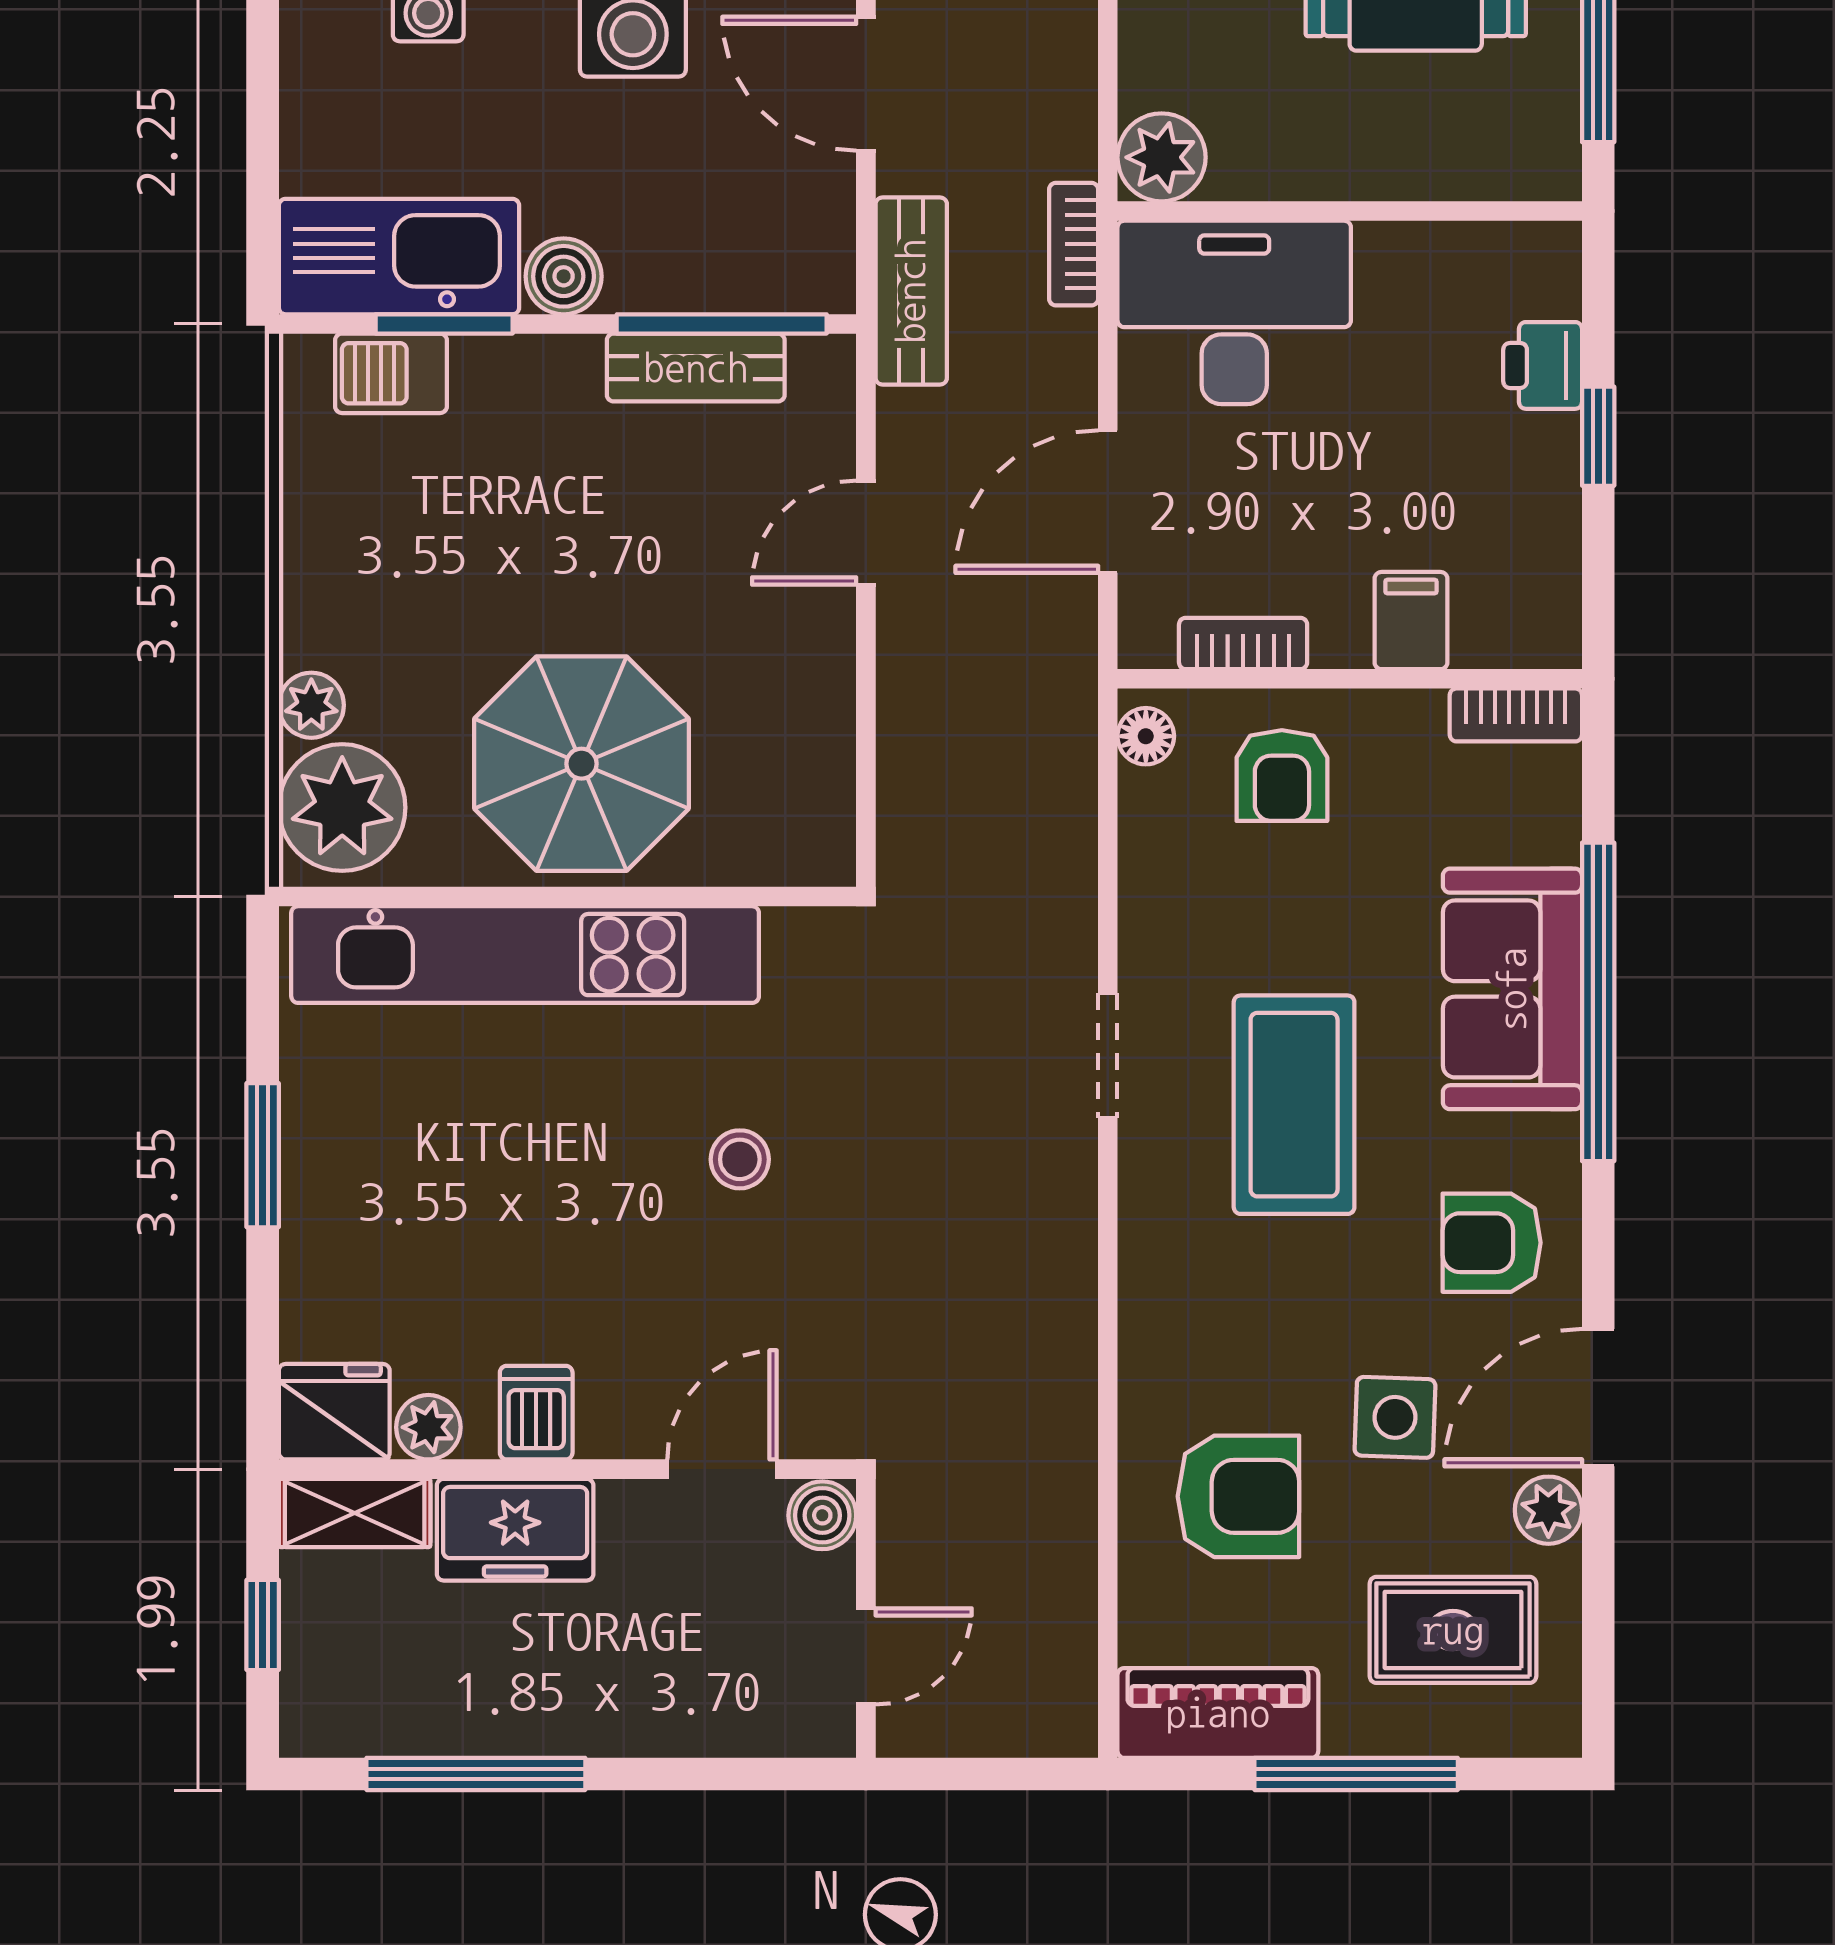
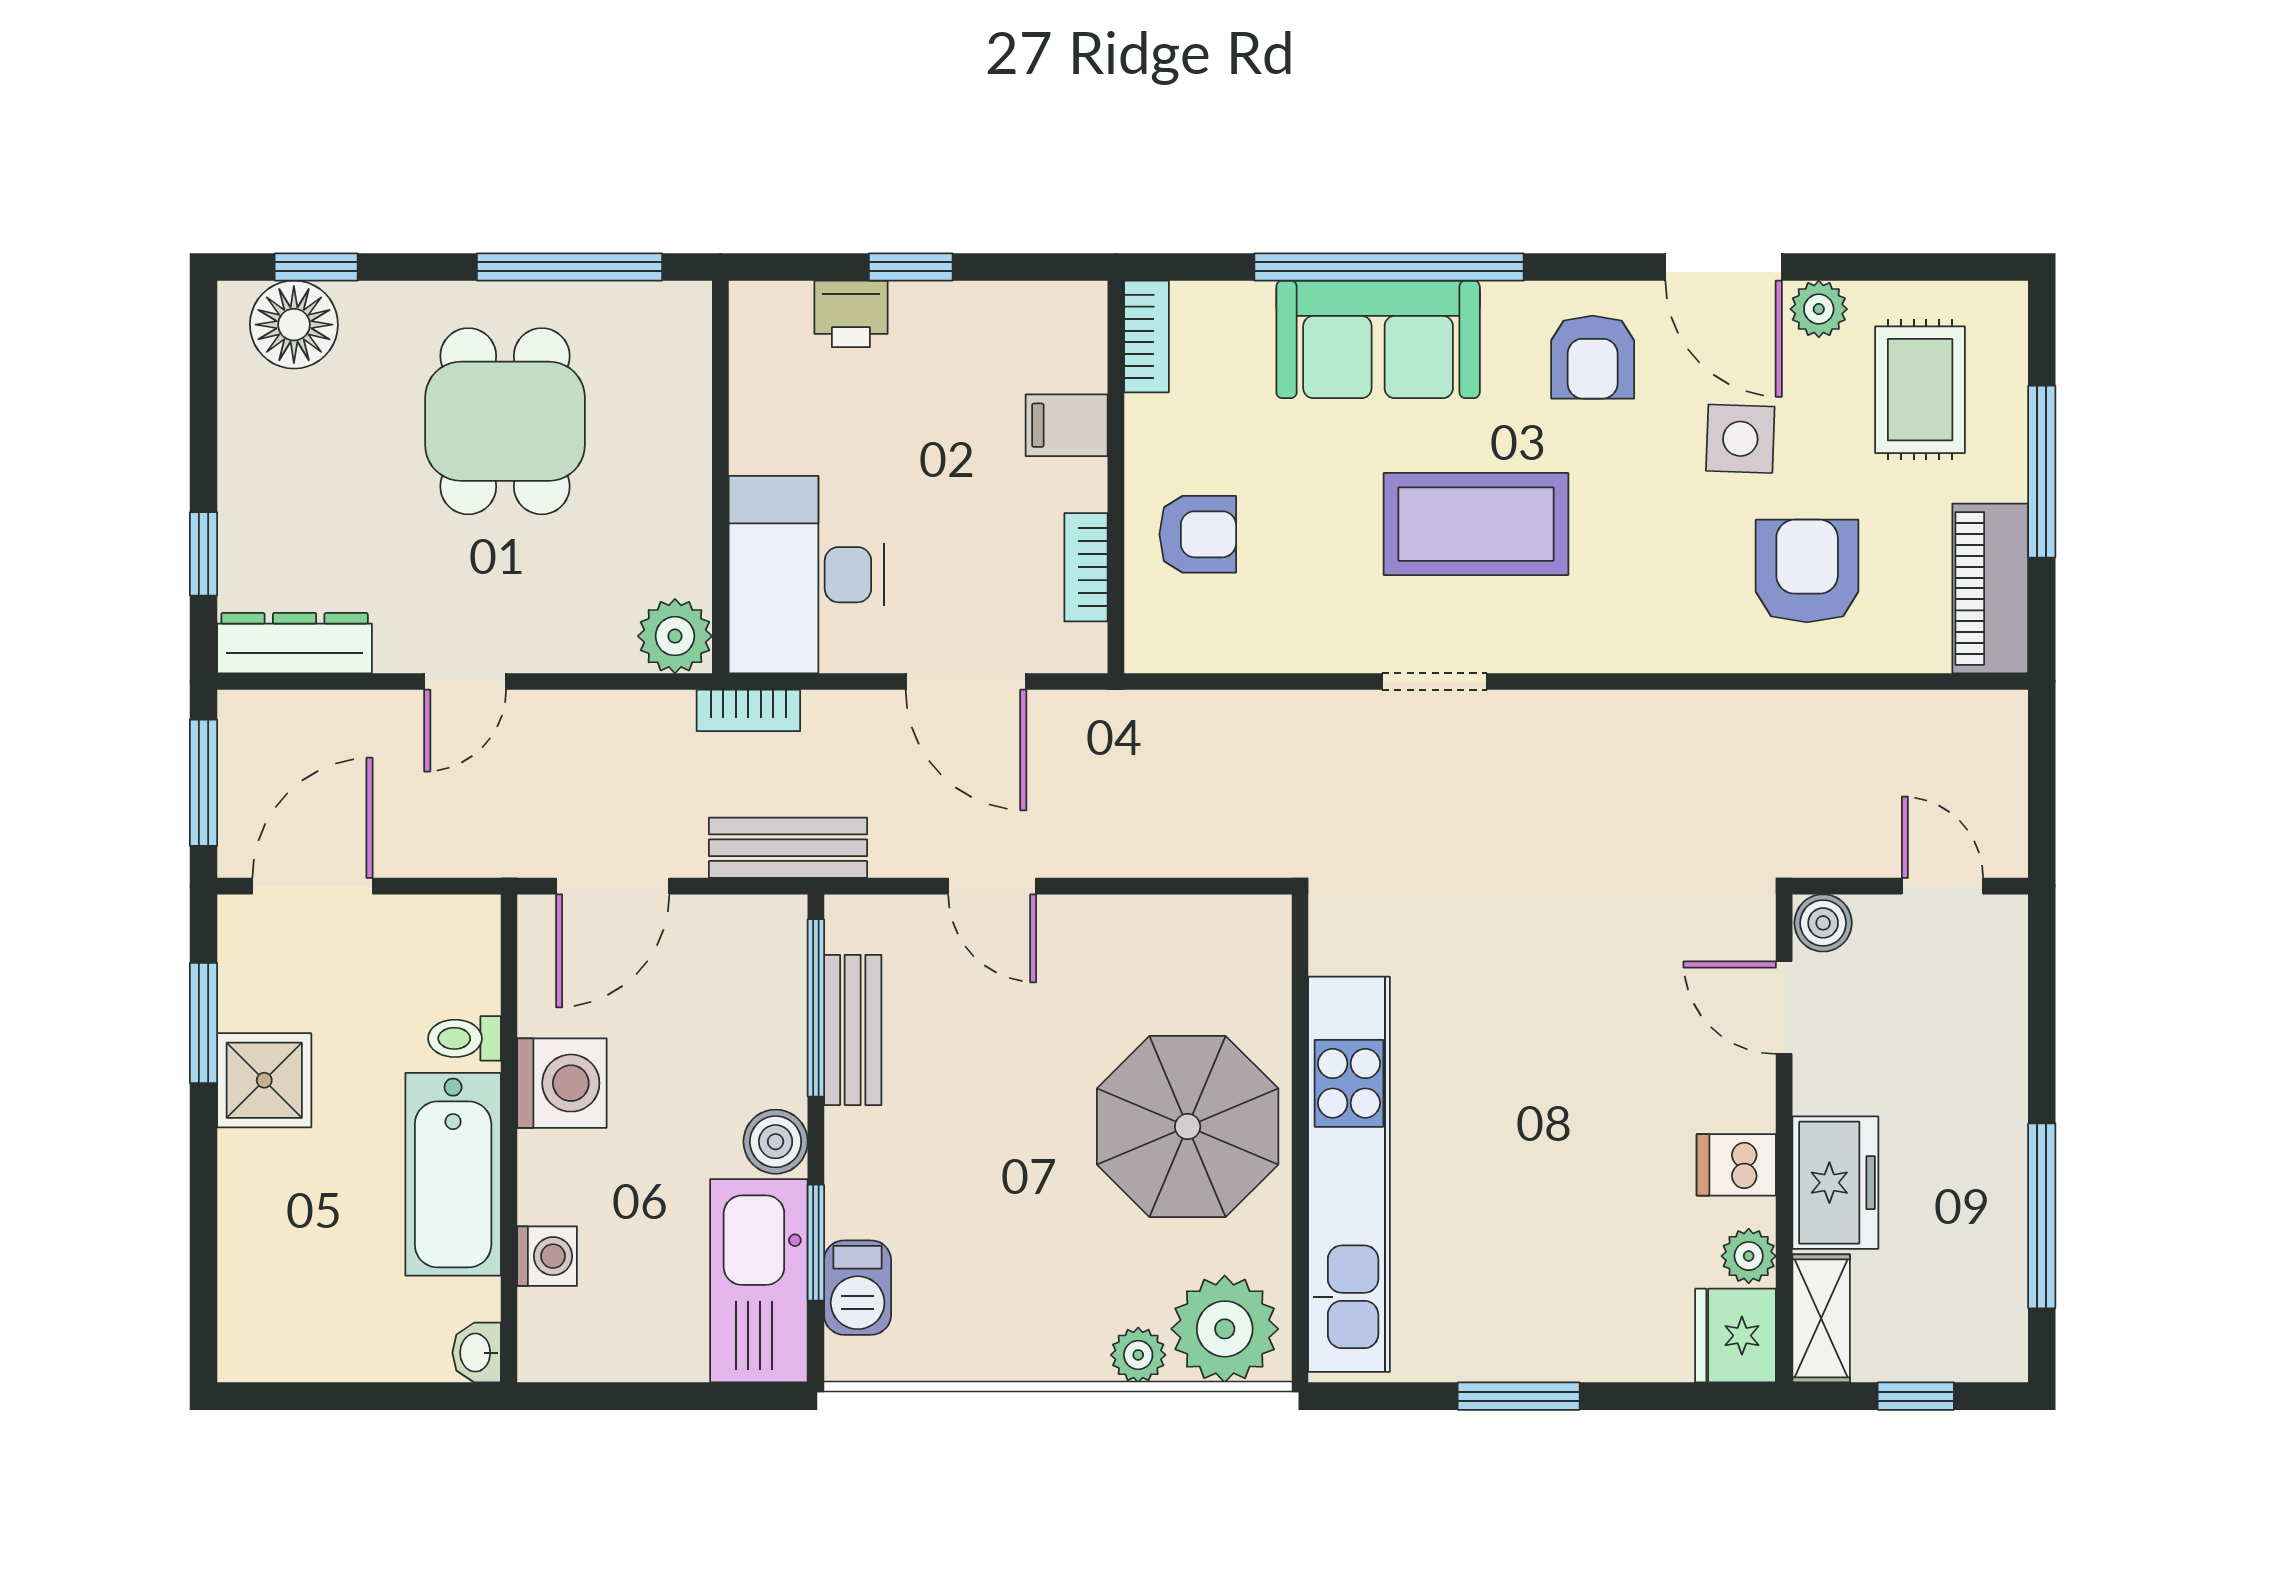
floor lamp: (1146, 736) -> (1164, 649), removed
stool: (740, 1159) -> (1522, 993), removed

